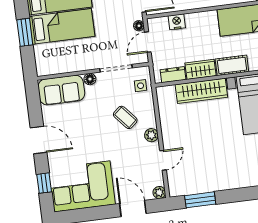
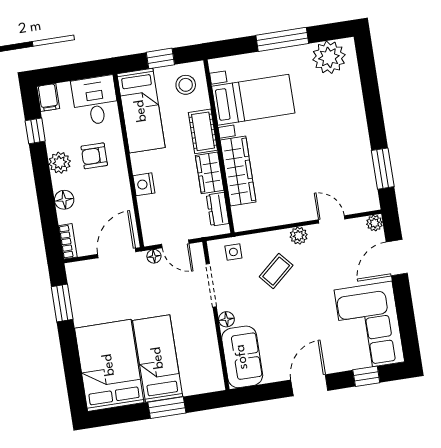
nightstand: (177, 22) -> (144, 184), moved

